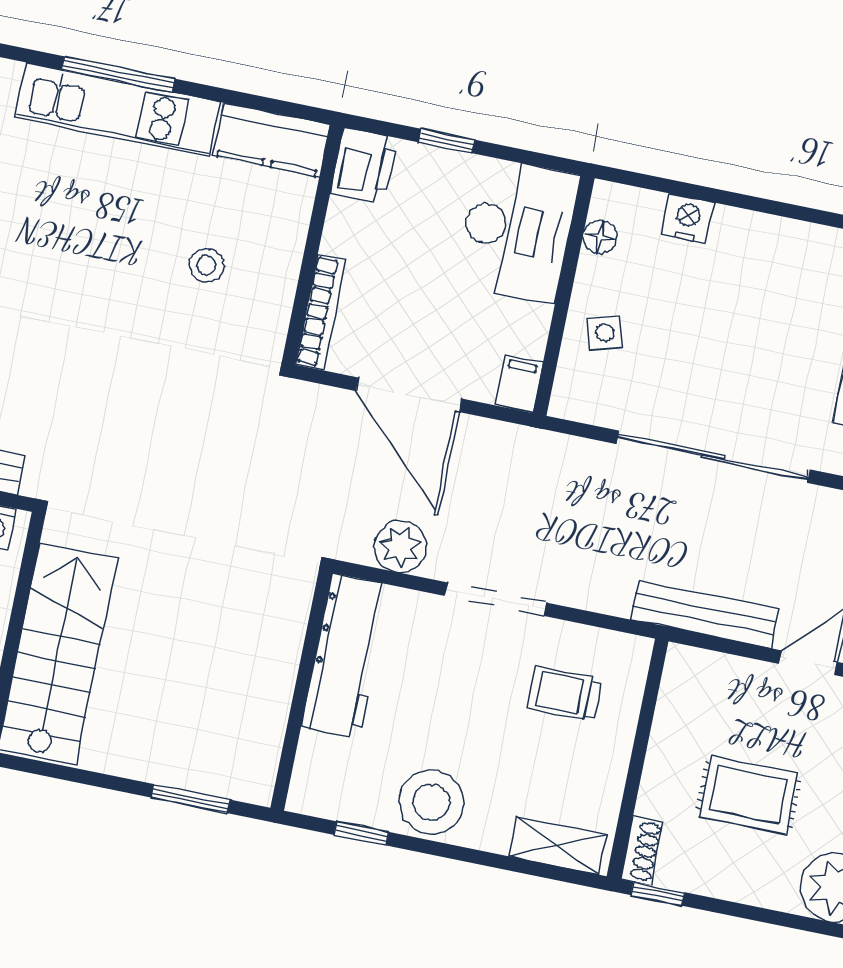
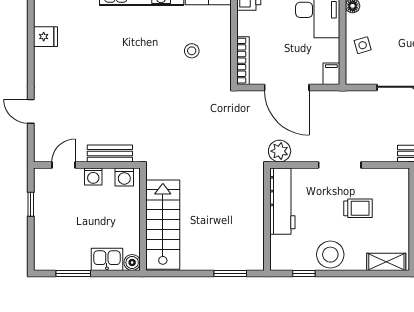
plant: (400, 546) -> (280, 151), moved
trolley: (565, 694) -> (358, 208), moved, turned 180

